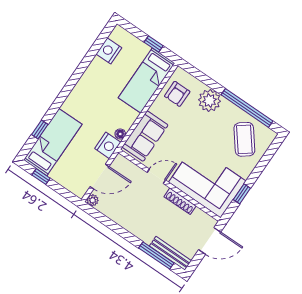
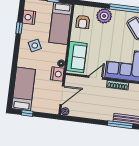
side table: (97, 92) -> (35, 46), added
window: (40, 130) -> (19, 28), moved

